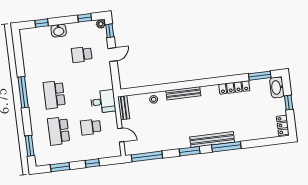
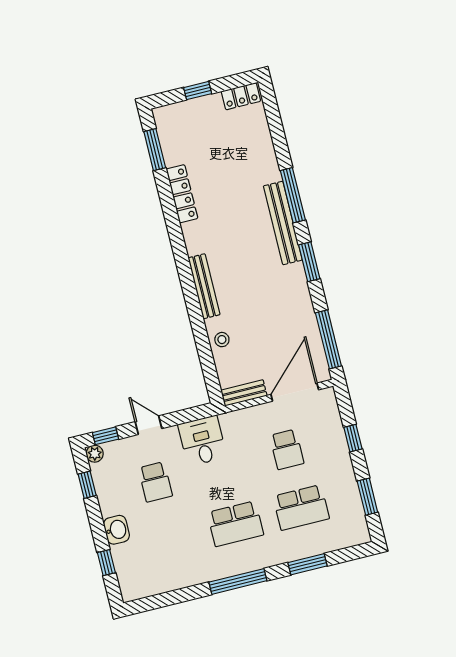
washbasin: (277, 87) -> (172, 115), removed
desk: (103, 102) -> (202, 441), moved
door: (121, 135) -> (295, 392), width x1.88
window: (30, 146) -> (308, 564), moved

